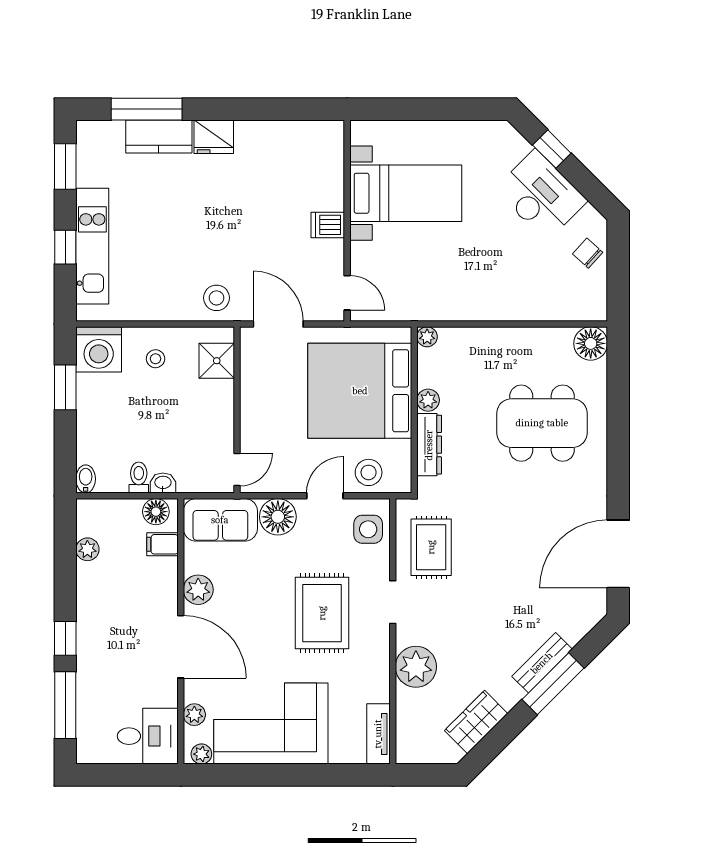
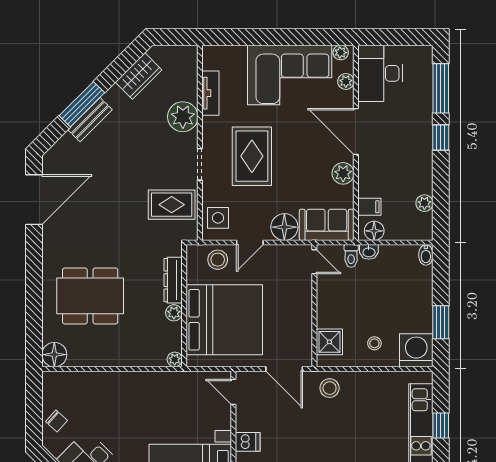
door: (237, 470) -> (314, 262), swing flipped
toilet: (139, 477) -> (351, 256), moved
rug: (431, 547) -> (172, 205), turned 90
tv unit: (378, 734) -> (210, 93), moved
desk: (148, 736) -> (380, 73), width x1.37

